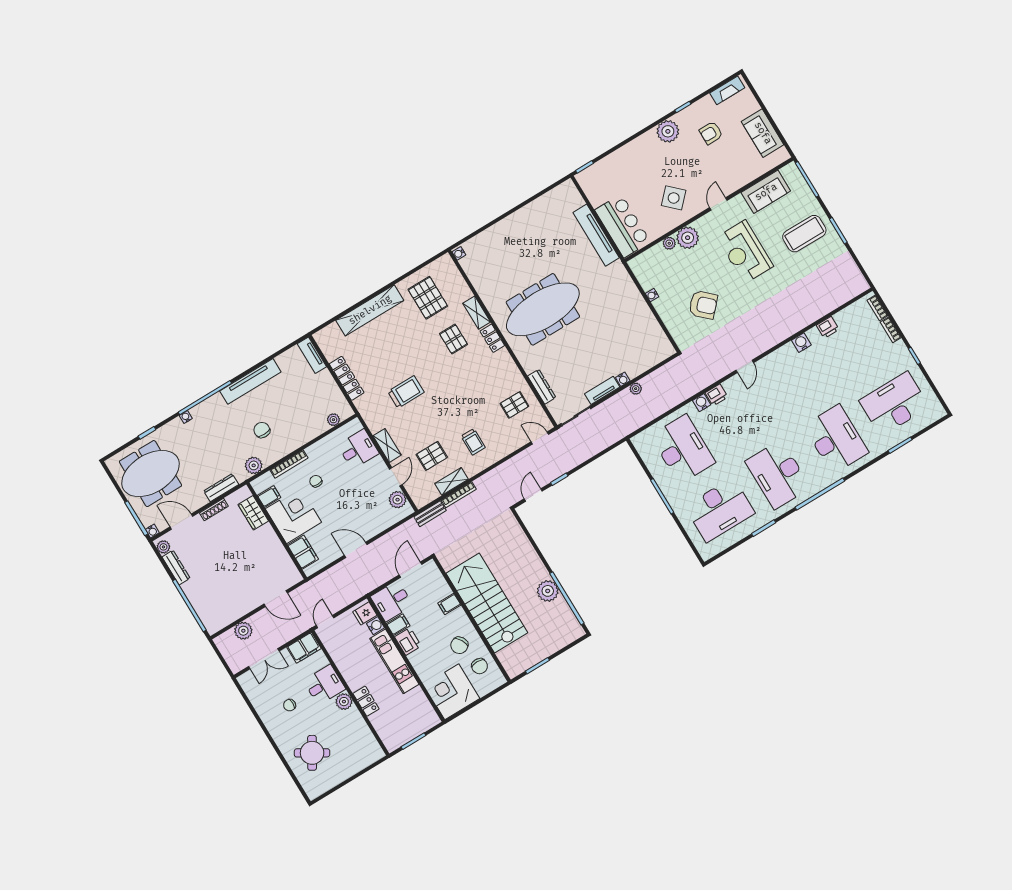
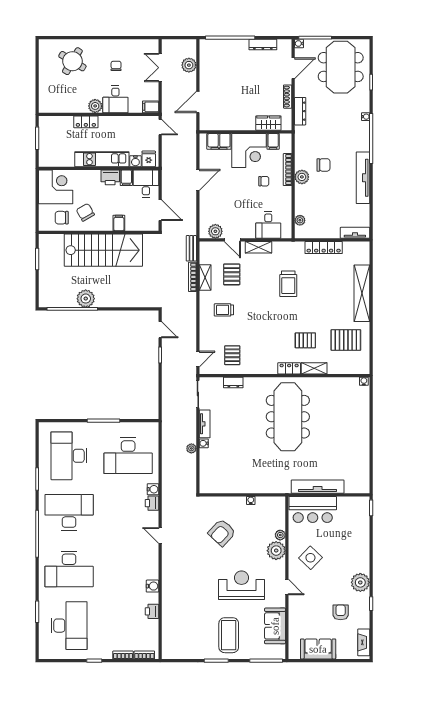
dresser: (542, 387) -> (233, 382), width x0.70
plant: (254, 465) -> (302, 177), moved
plant: (163, 547) -> (283, 45), removed
filing cabinet: (304, 648) -> (151, 107), width x0.50

